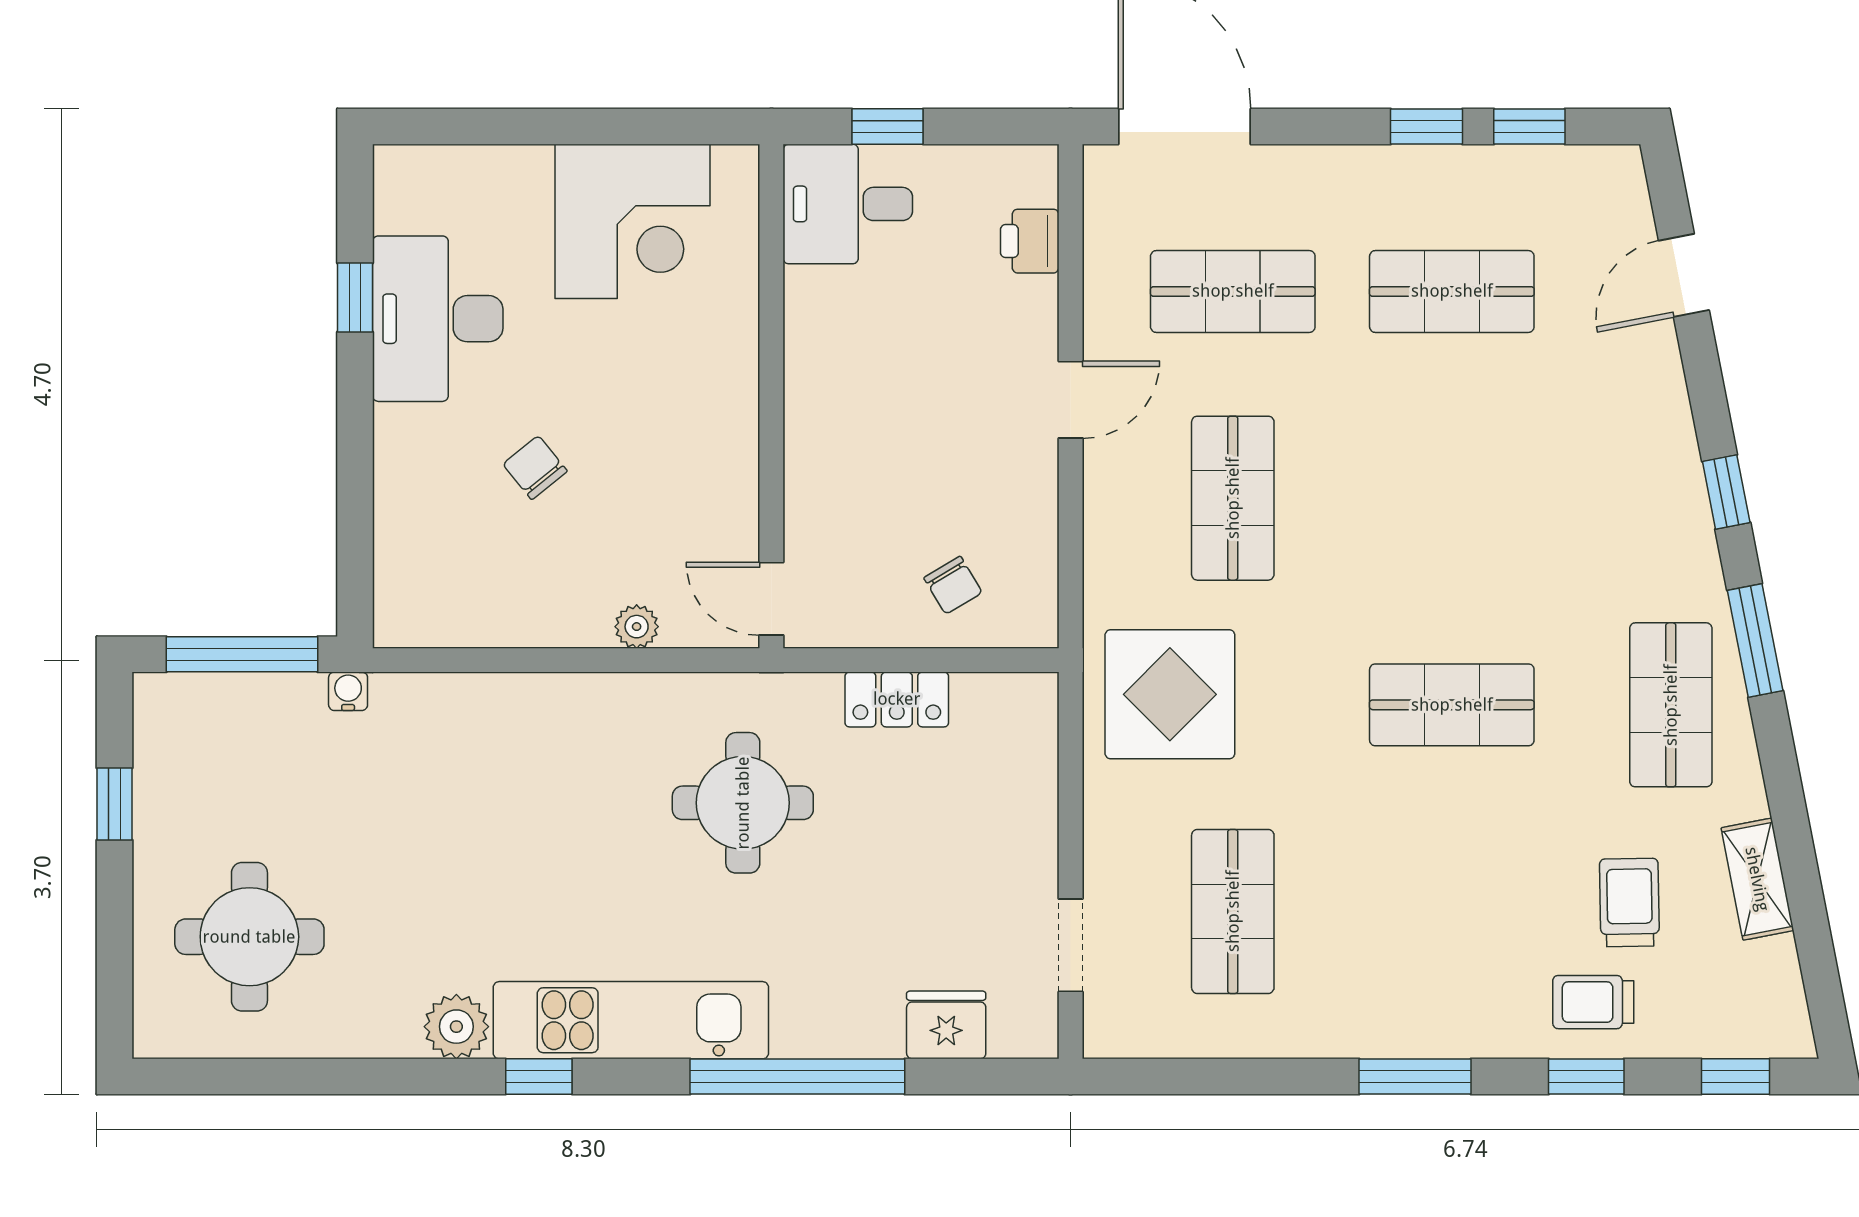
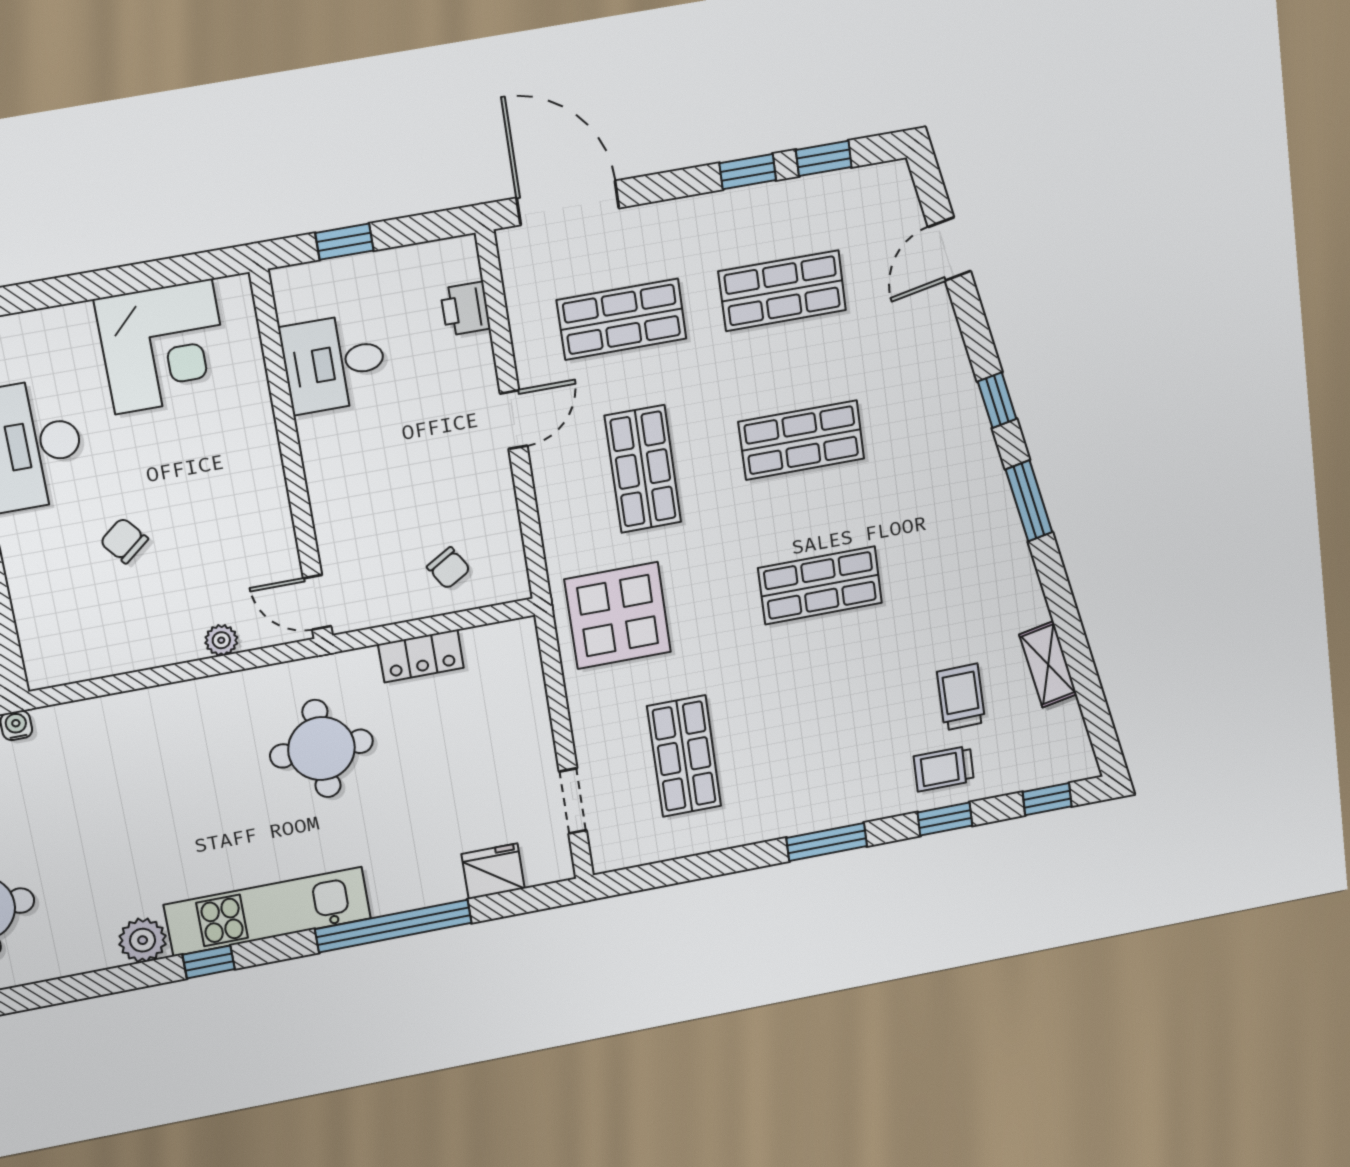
desk: (848, 204) -> (334, 363), moved
shop shelf: (1671, 705) -> (801, 440), moved, turned 90

